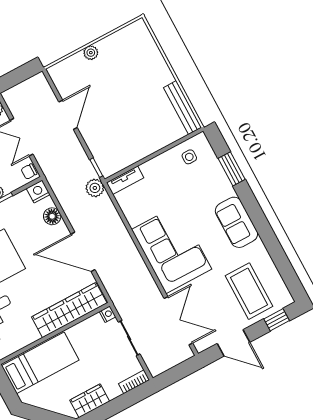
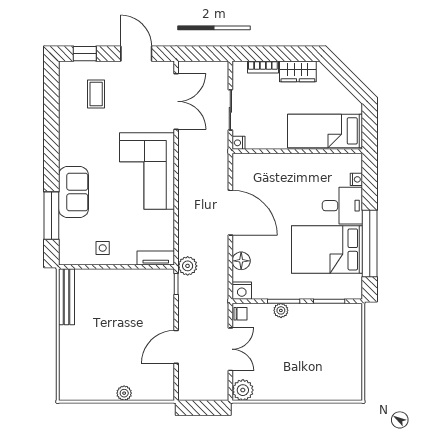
side table: (189, 157) -> (103, 248), moved
window: (232, 169) -> (51, 216), width x1.44
sofa: (236, 222) -> (73, 192), moved
coffee table: (249, 291) -> (96, 94), width x0.54, depth x0.58
wardrobe: (69, 310) -> (272, 166), removed
double door: (178, 321) -> (176, 101), swing flipped
bookcase: (134, 382) -> (263, 67), moved

